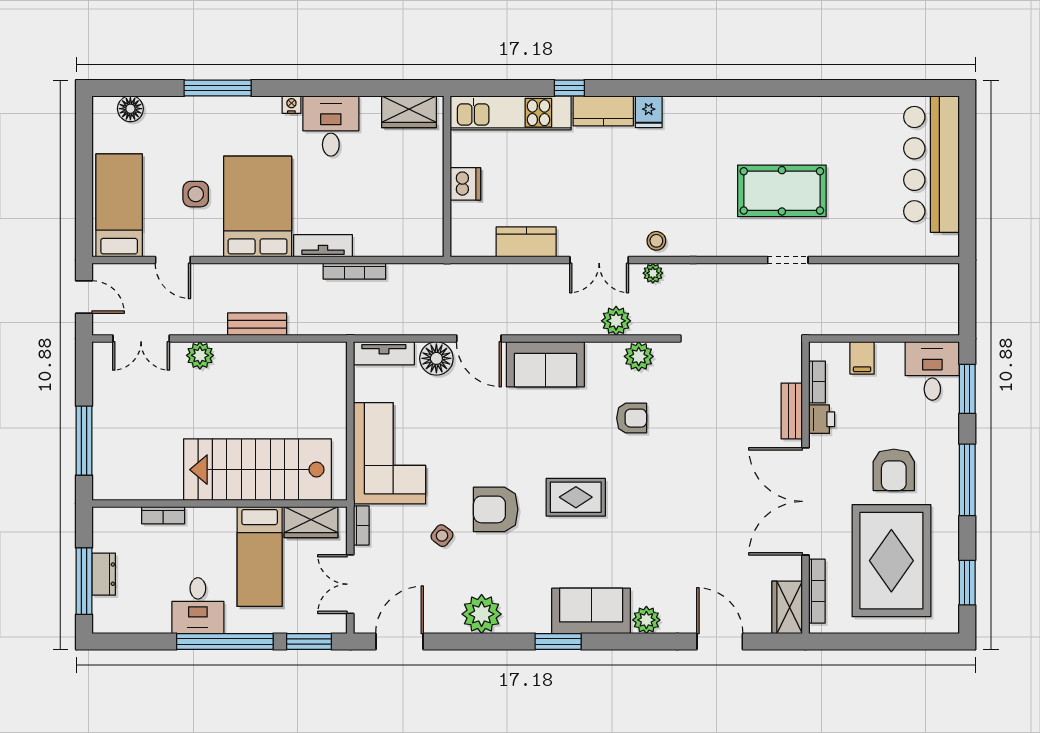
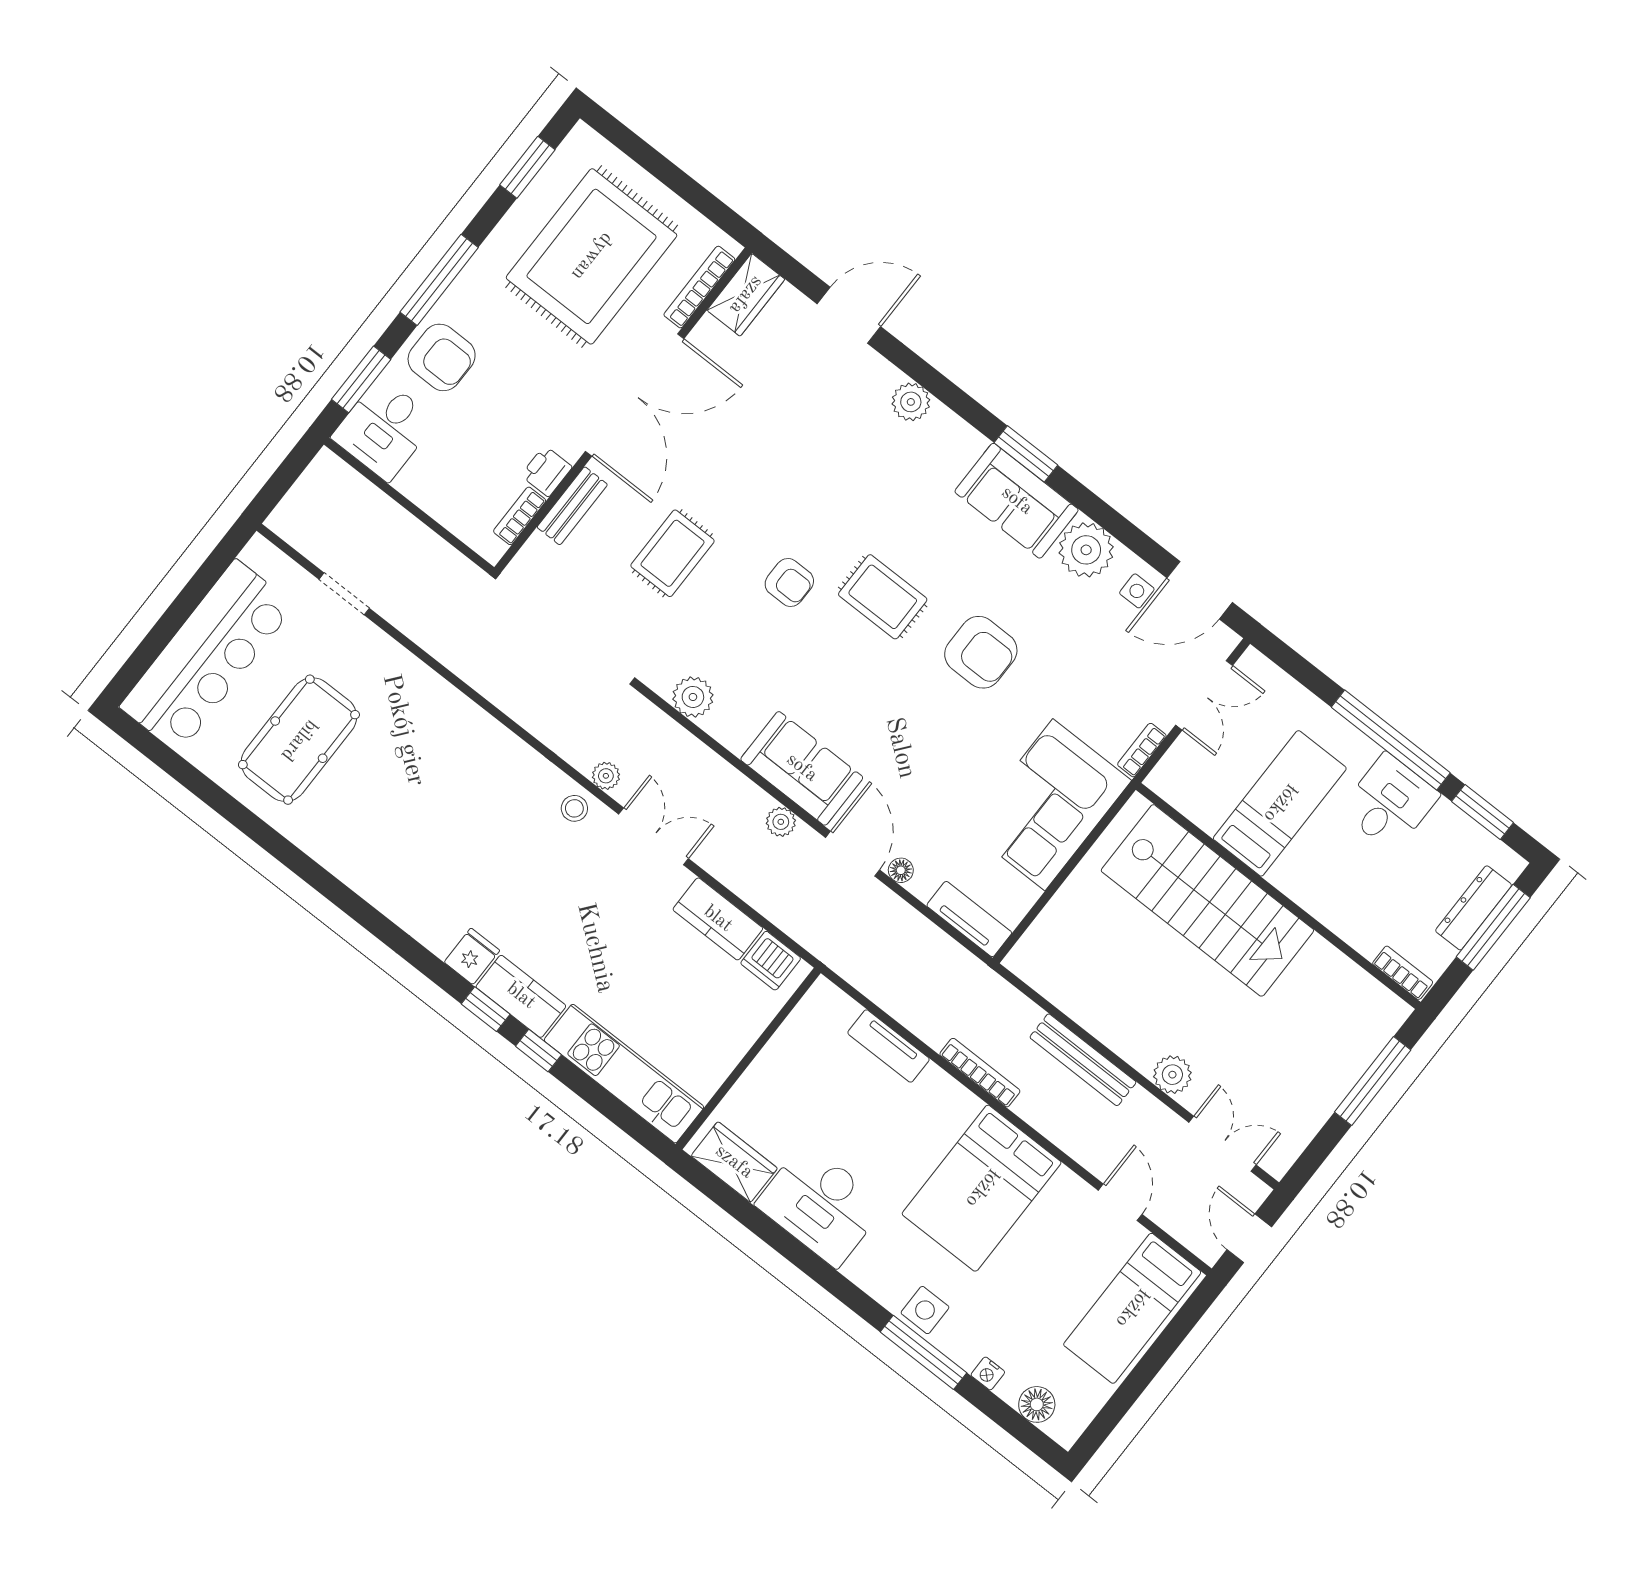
window: (618, 88) -> (486, 1009), added
nightstand: (291, 105) -> (988, 1373), moved
desk: (331, 126) -> (821, 1205), width x1.37
dishwasher: (465, 184) -> (771, 961), moved, turned -90
pool table: (782, 191) -> (299, 740), moved, turned 90
side table: (196, 194) -> (925, 1310), moved
tv unit: (323, 246) -> (889, 1046), moved
doorway: (788, 260) -> (344, 594), moved
bookcase: (354, 271) -> (980, 1073), moved
plant: (616, 321) -> (781, 822), moved, width x0.73, depth x0.73
bench: (257, 324) -> (1083, 1060), width x1.36
floor lamp: (436, 358) -> (901, 870), width x0.53, depth x0.53
filing cabinet: (862, 358) -> (450, 504), removed
armchair: (632, 418) -> (789, 582), moved, turned 180
rug: (714, 429) -> (672, 553), added
armchair: (894, 470) -> (442, 357), moved, turned 90
bookcase: (163, 515) -> (1403, 973), moved
wardrobe: (311, 522) -> (1194, 797), removed
side table: (442, 536) -> (1137, 591), moved, turned -37
dresser: (104, 574) -> (1474, 908), width x1.44
sofa: (591, 611) -> (1017, 501), moved
window: (309, 642) -> (1483, 812), moved
door: (720, 642) -> (849, 315), swing flipped

